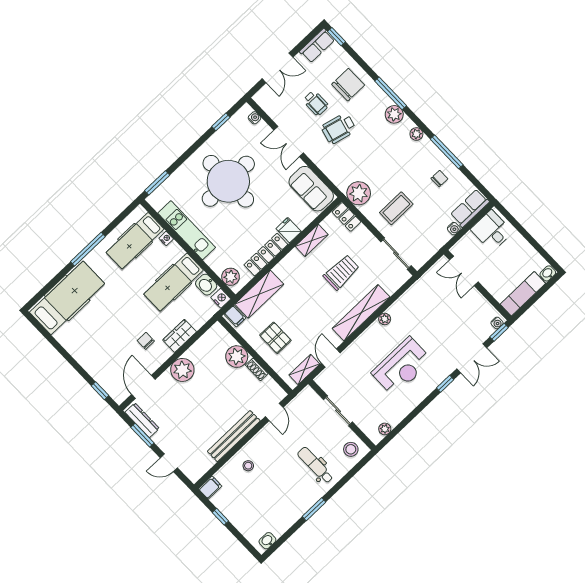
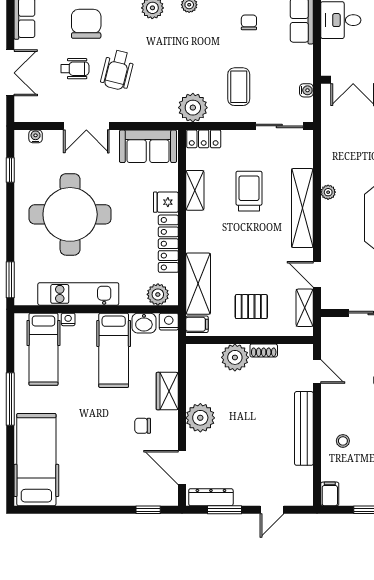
water cooler: (454, 229) -> (306, 90), moved

